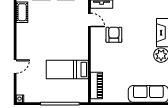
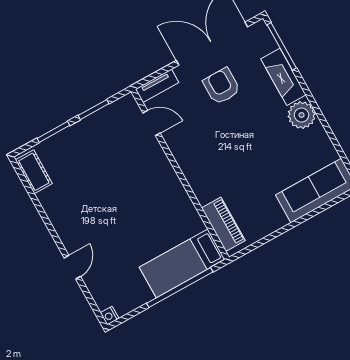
armchair: (114, 35) -> (222, 86), moved
bed: (67, 70) -> (182, 263), moved

